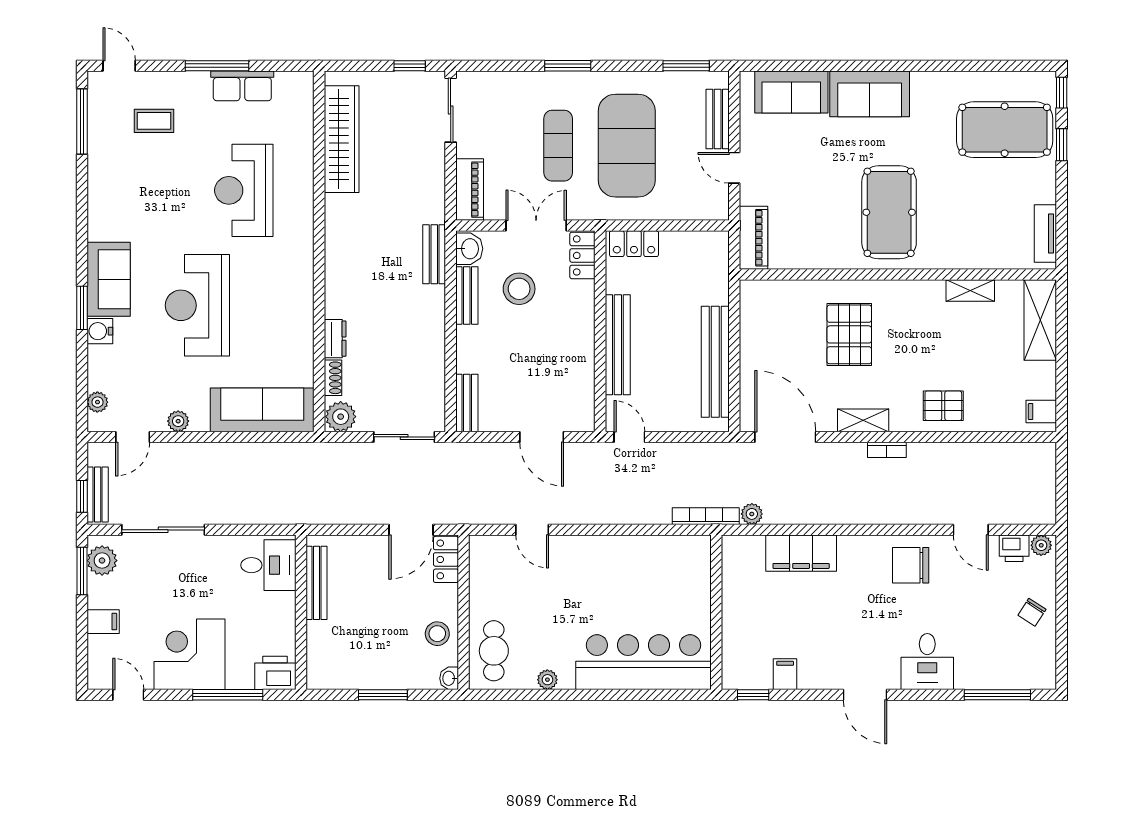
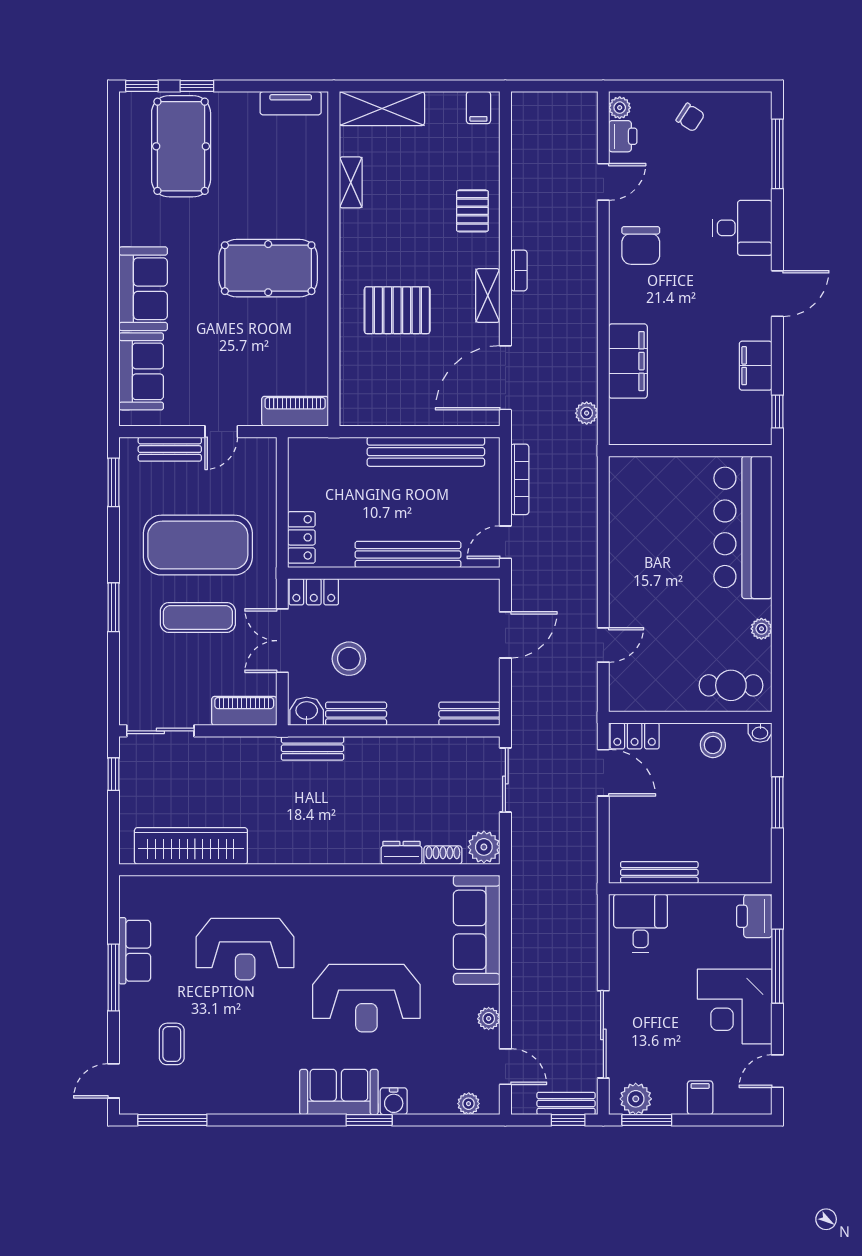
bookcase: (706, 516) -> (520, 479), moved, turned 180
filing cabinet: (785, 674) -> (756, 366), width x2.00

